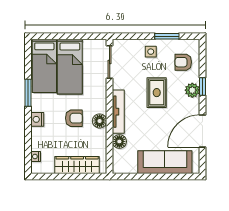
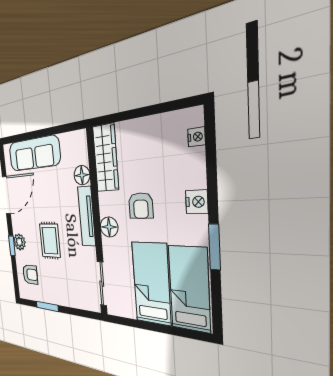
side table: (151, 52) -> (60, 291), removed
armchair: (74, 118) -> (141, 206), turned -90
floor lamp: (100, 121) -> (109, 227), moved
wardrobe: (77, 165) -> (106, 158), moved, turned -90

